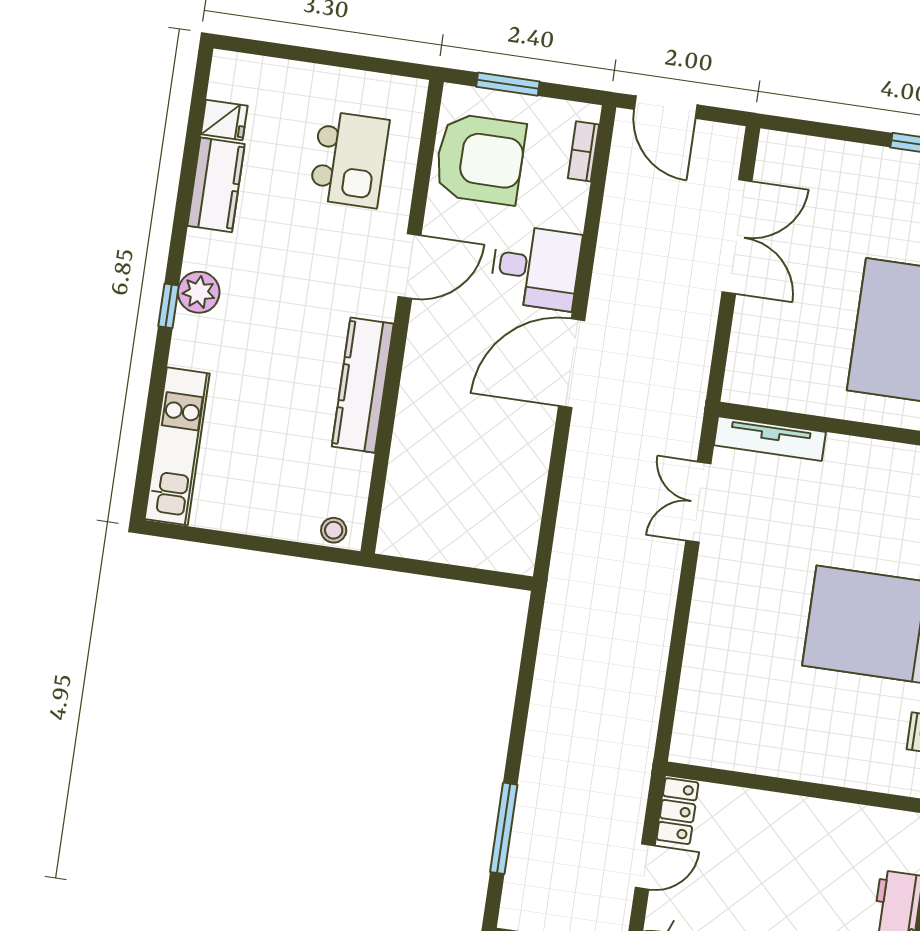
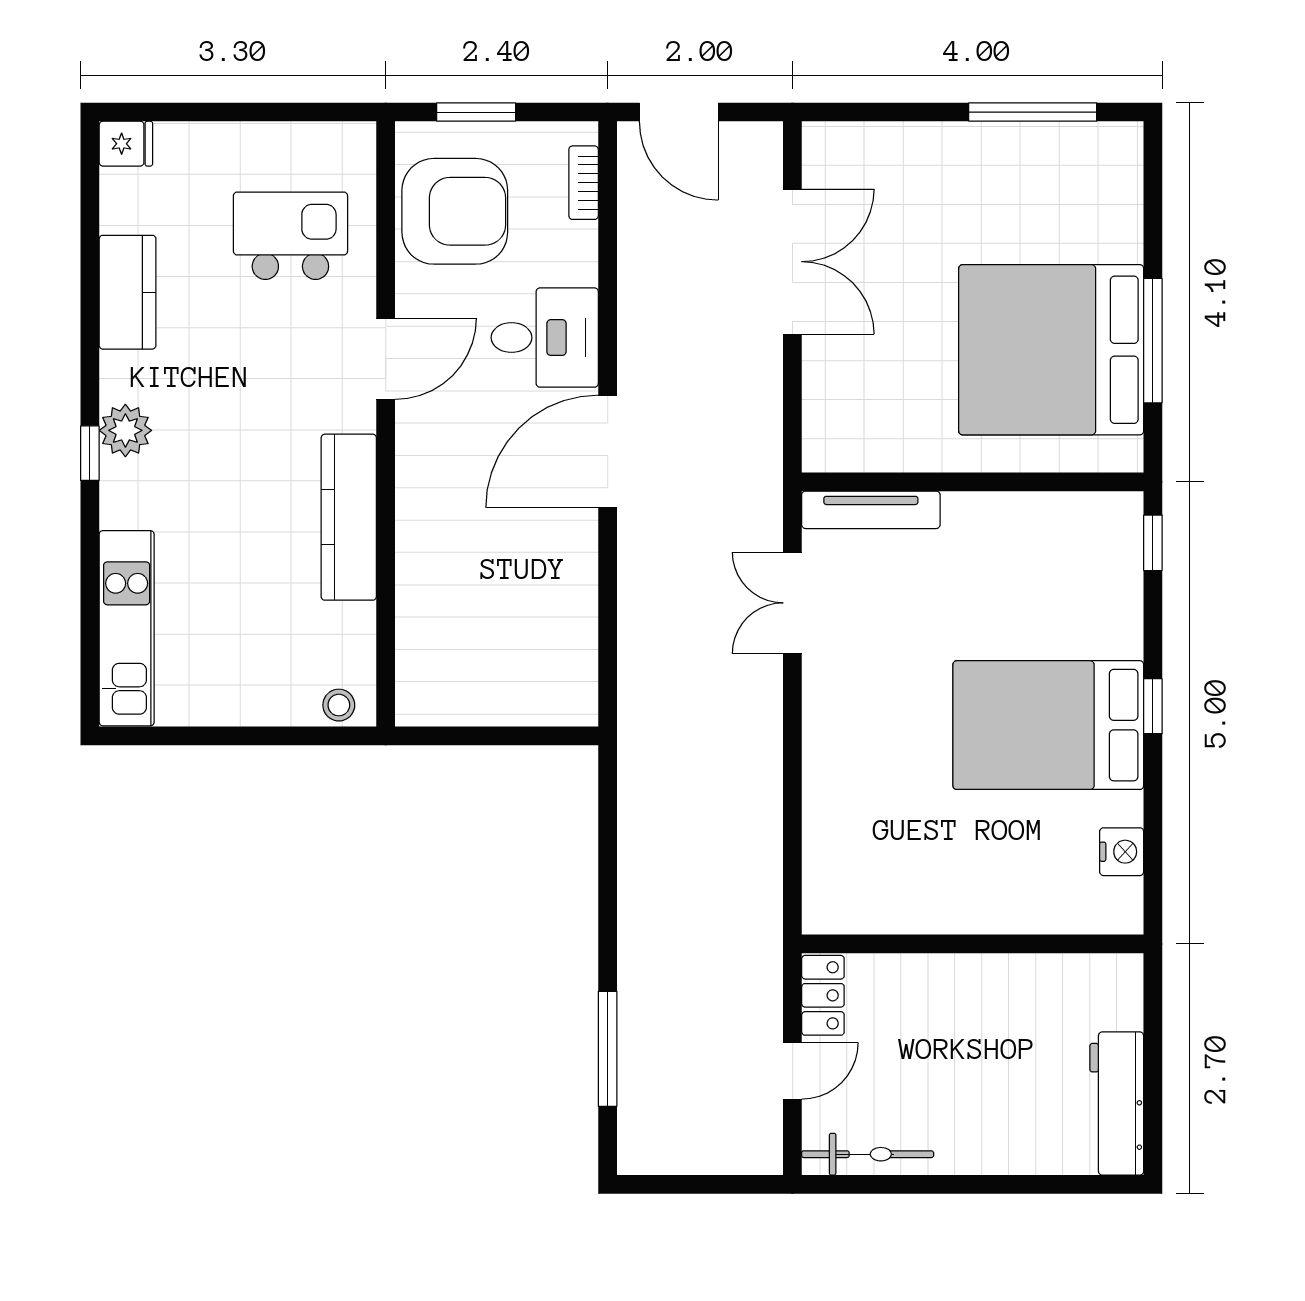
fridge: (224, 120) -> (126, 144), moved
kitchen island: (349, 159) -> (290, 236), turned -90

